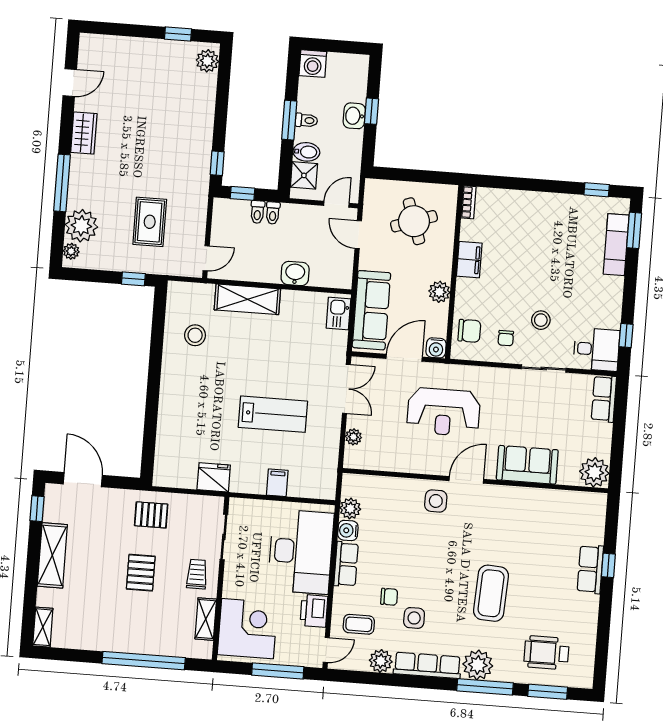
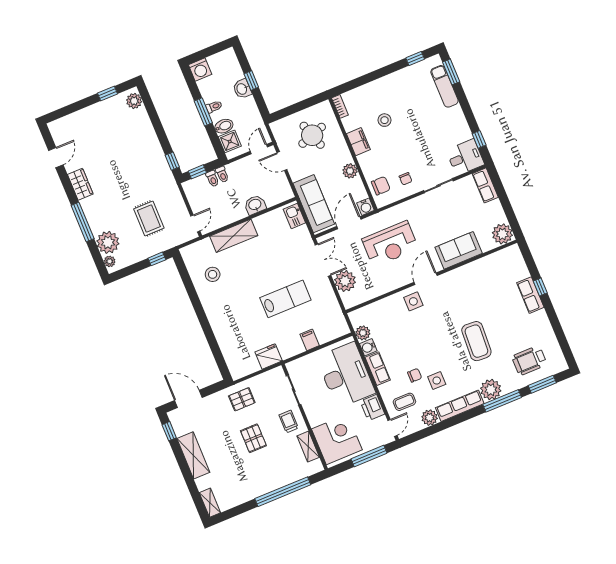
stool: (541, 320) -> (384, 120), moved
plant: (353, 437) -> (345, 281), width x1.87, depth x1.87

